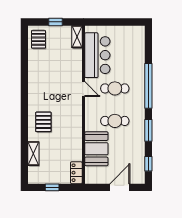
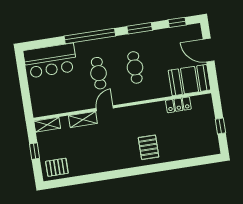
bar counter: (97, 55) -> (50, 61), moved, turned 180
pallet: (43, 122) -> (149, 147), turned 90
booth: (96, 149) -> (189, 80), moved
shelving: (33, 154) -> (83, 119), moved
locker: (76, 173) -> (178, 105), moved

